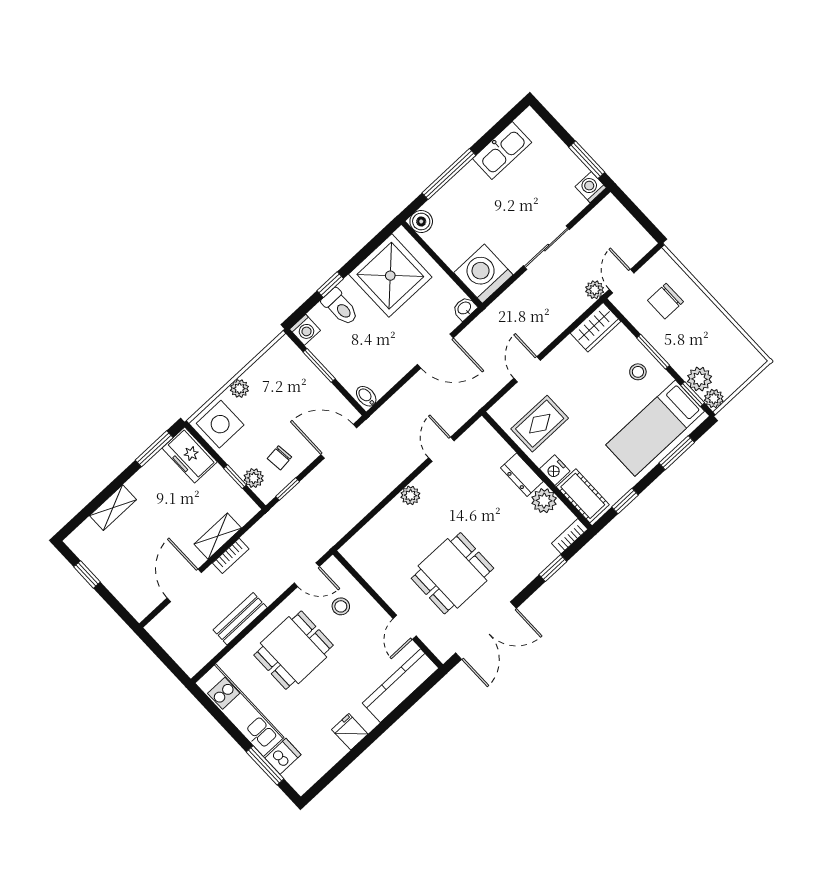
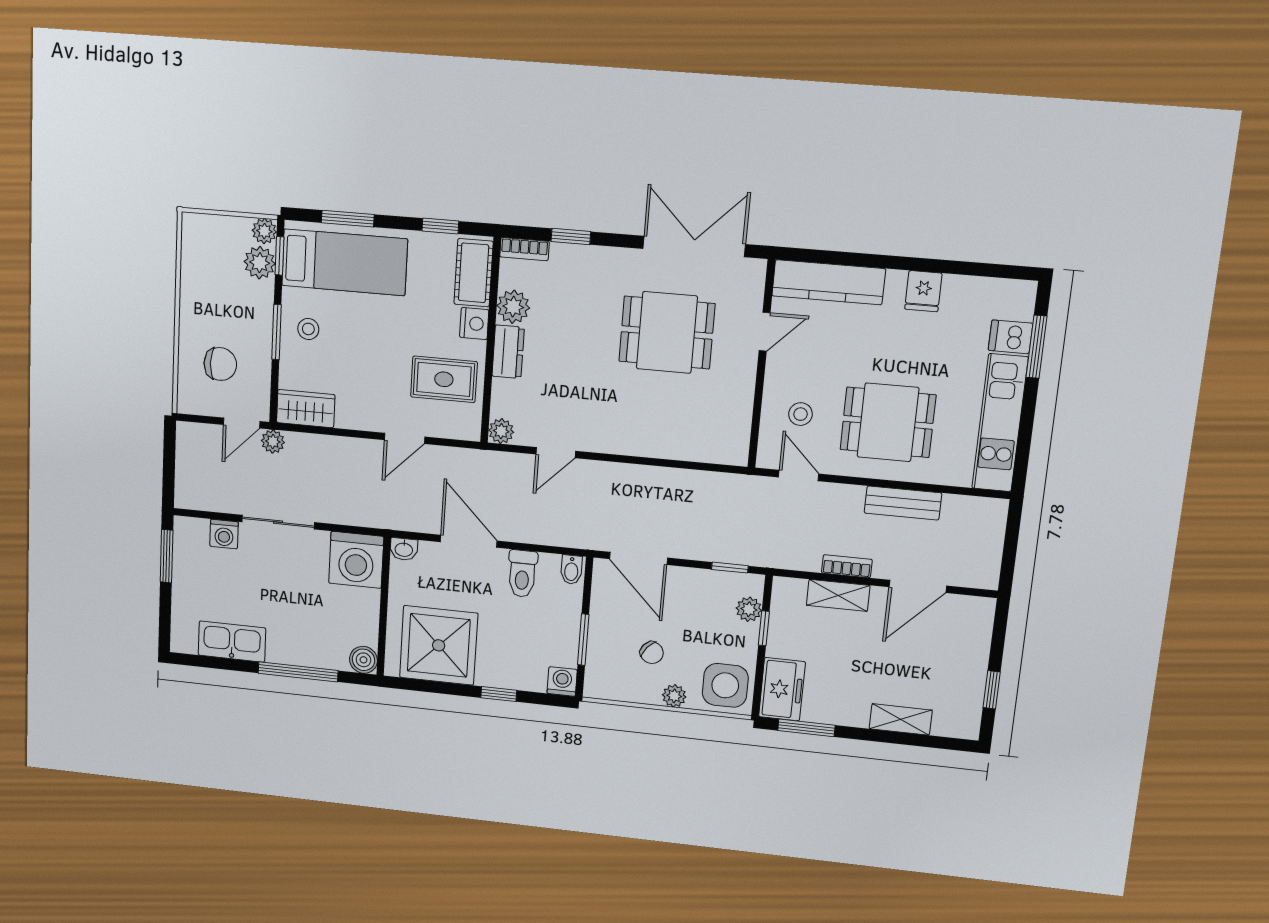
washing machine: (591, 187) -> (224, 534), moved
toilet: (340, 307) -> (522, 574), moved, turned 180
chair: (280, 458) -> (652, 653), moved, turned 46
plant: (410, 495) -> (501, 431), moved

